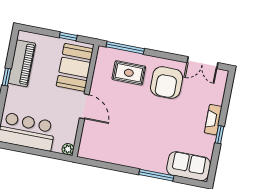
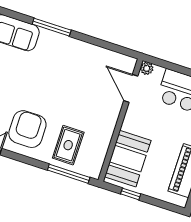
rug: (129, 73) -> (68, 145), turned 90
door: (84, 106) -> (131, 88), moved

